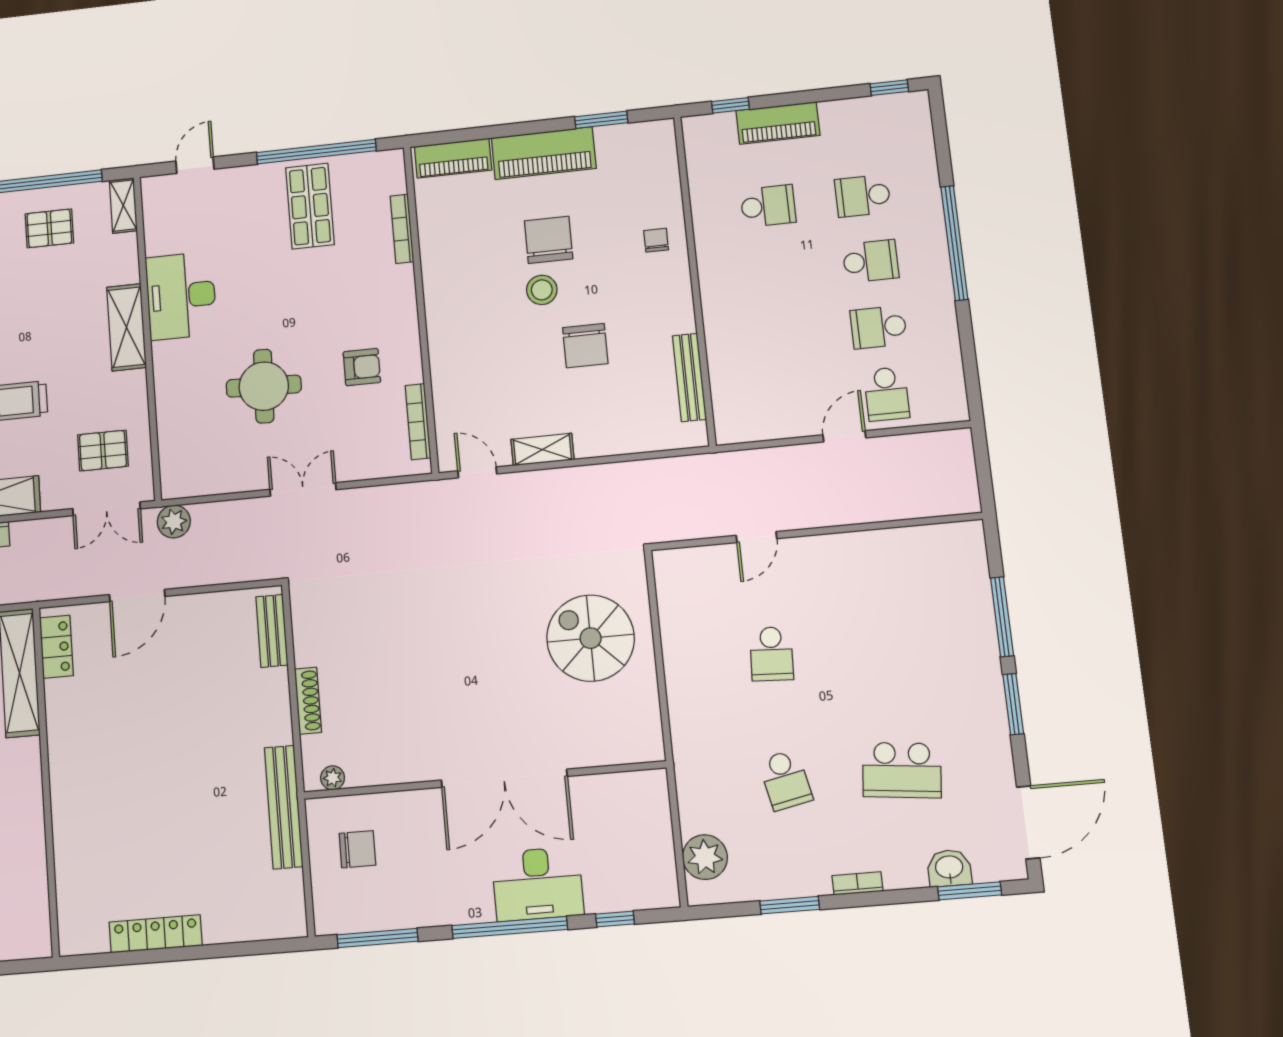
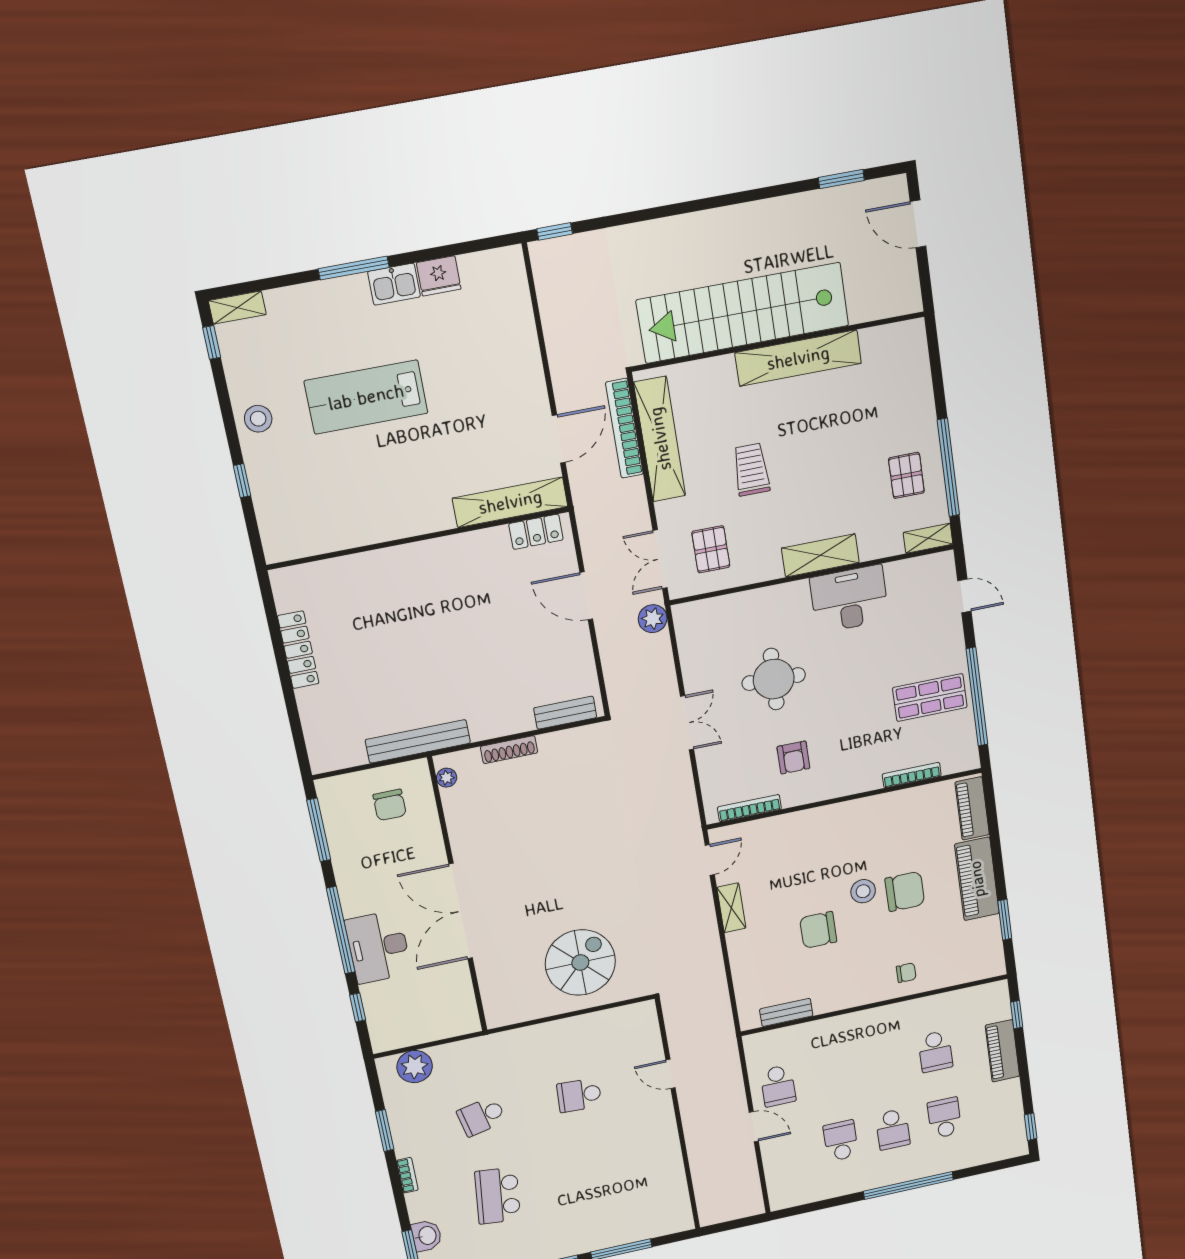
bench: (689, 377) -> (786, 1012), width x0.73
school desk: (887, 394) -> (778, 1086), moved, turned -90

